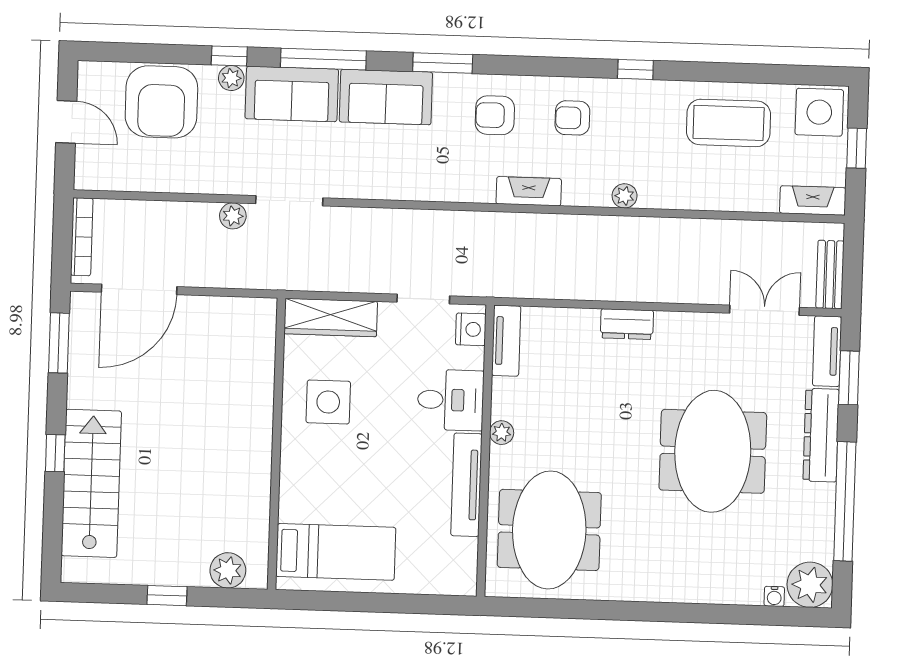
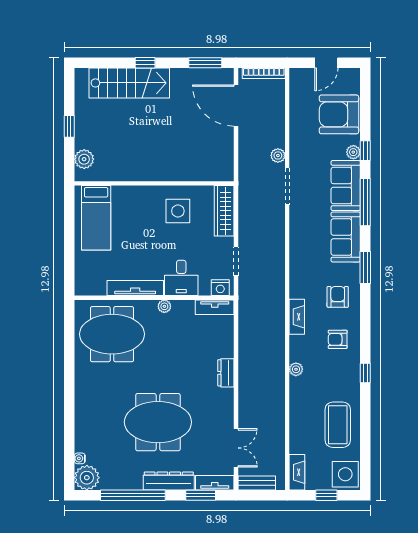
armchair: (572, 118) -> (338, 339), turned -90

